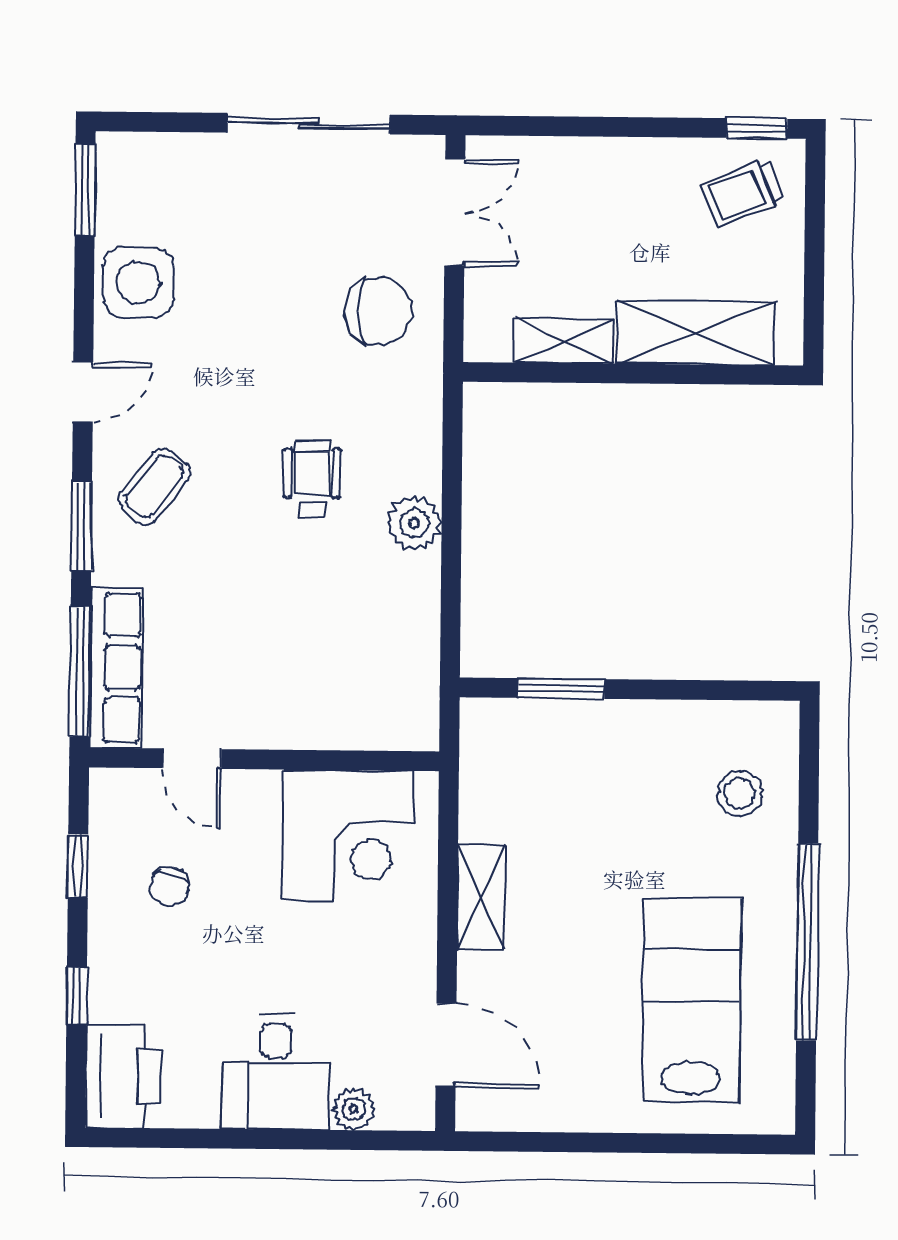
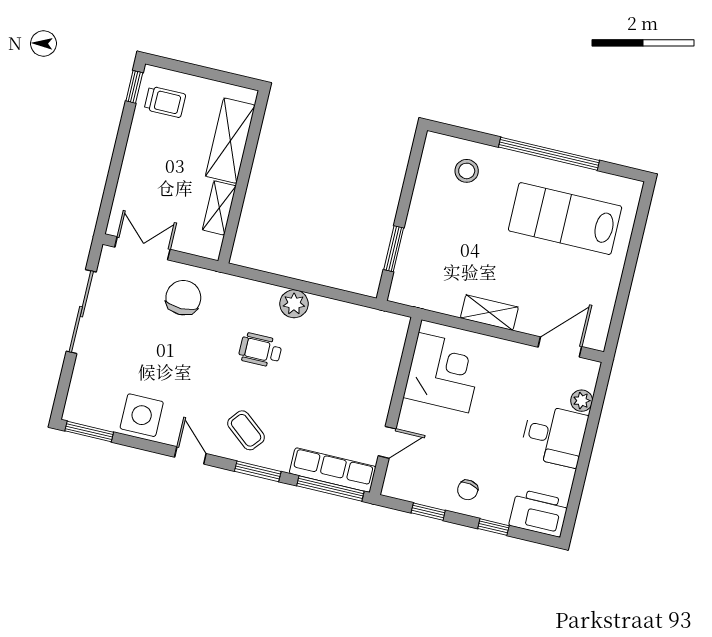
trolley: (742, 193) -> (165, 102), turned -68
chair: (169, 886) -> (468, 490), moved, turned 88

